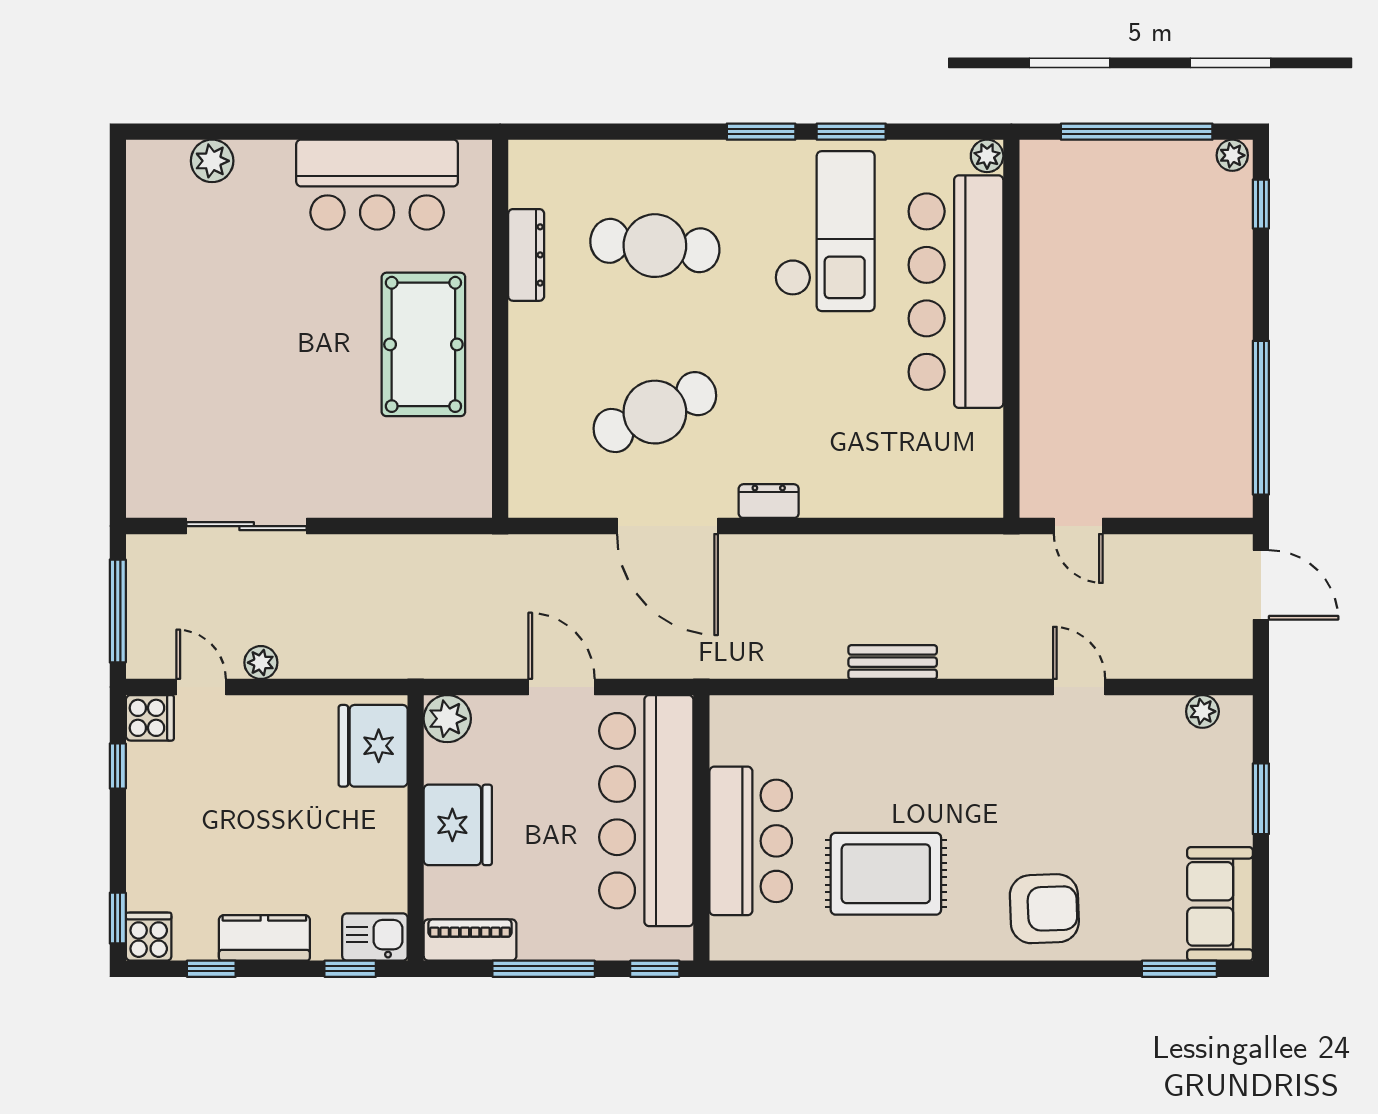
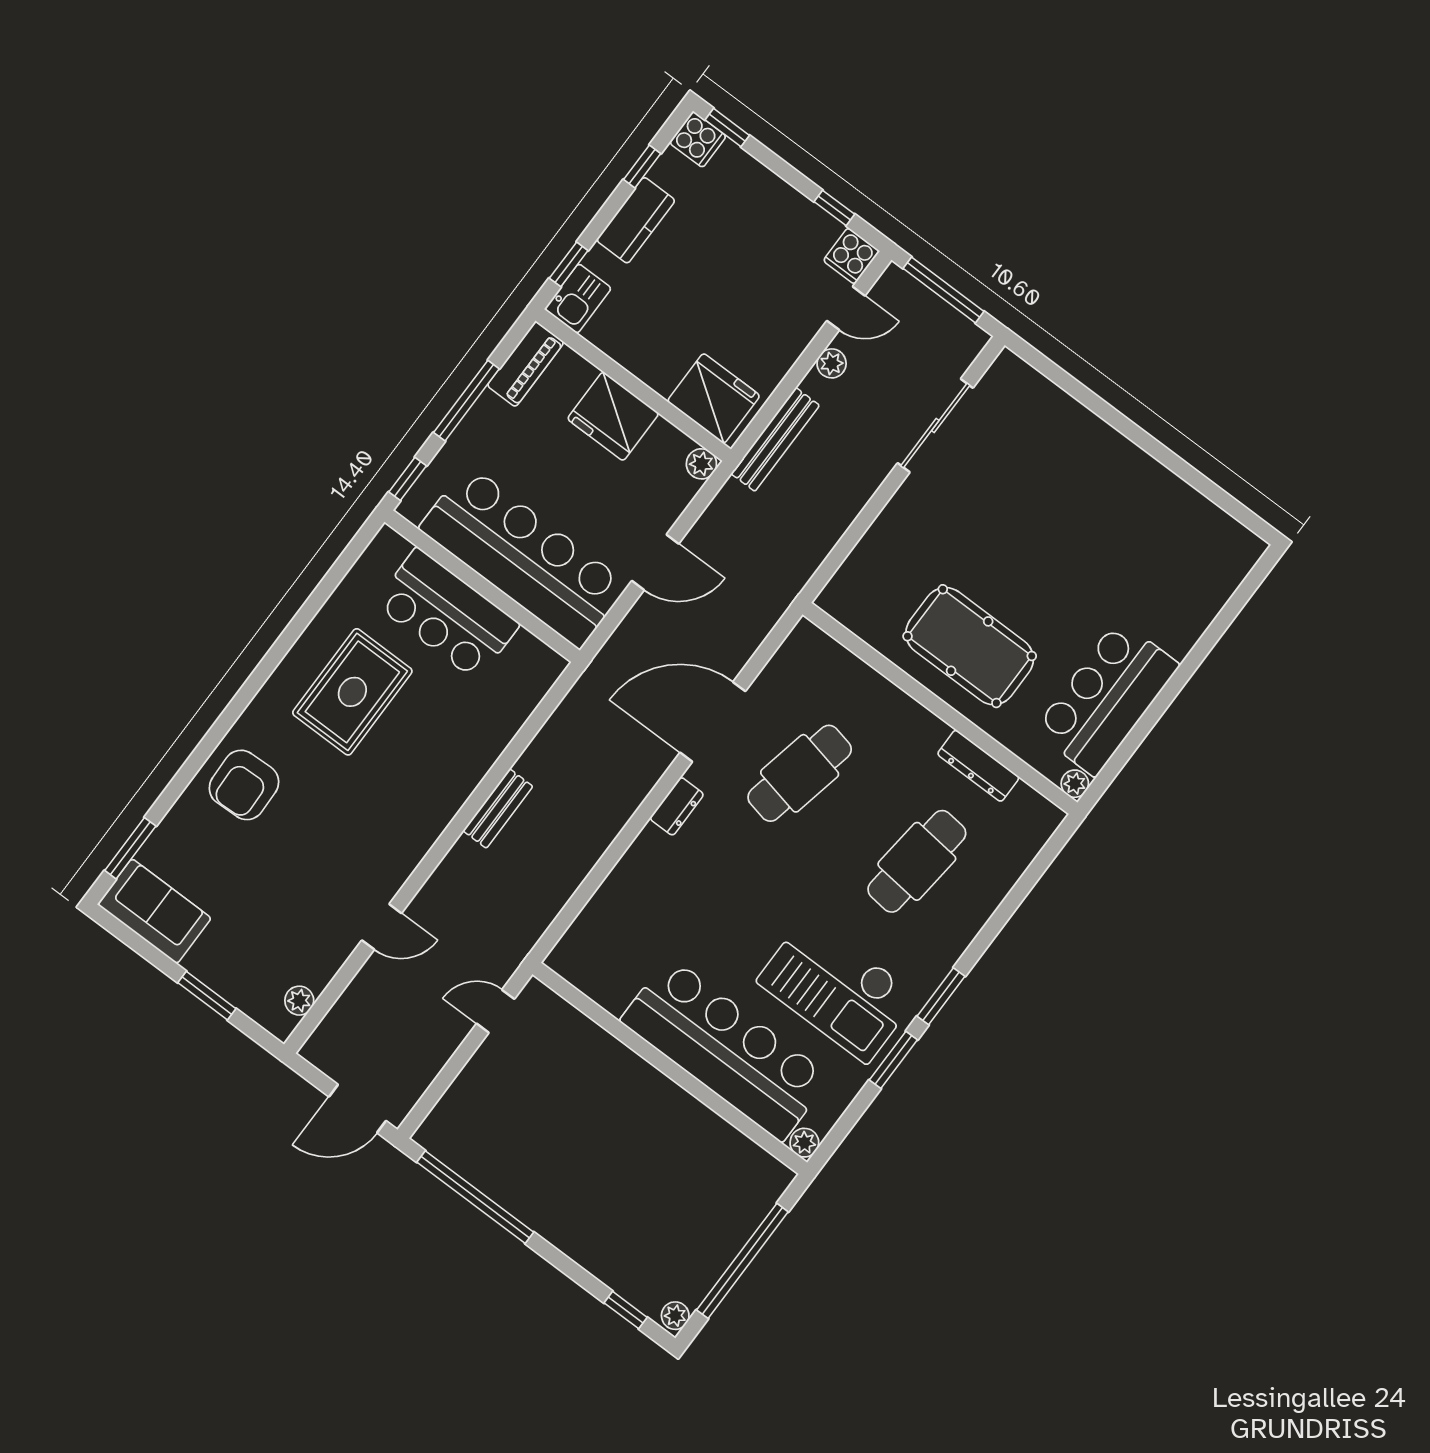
plant: (212, 161) -> (1075, 784), moved, width x0.73, depth x0.73
cafe table: (655, 412) -> (800, 773), turned 36
bench: (368, 662) -> (775, 439), added
plant: (447, 719) -> (701, 464), width x0.73, depth x0.73

